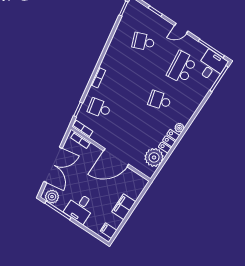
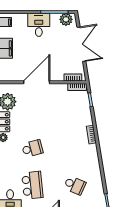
school desk: (143, 42) -> (75, 185), turned 45
school desk: (99, 108) -> (75, 112), removed
double door: (53, 165) -> (81, 44), swing flipped

